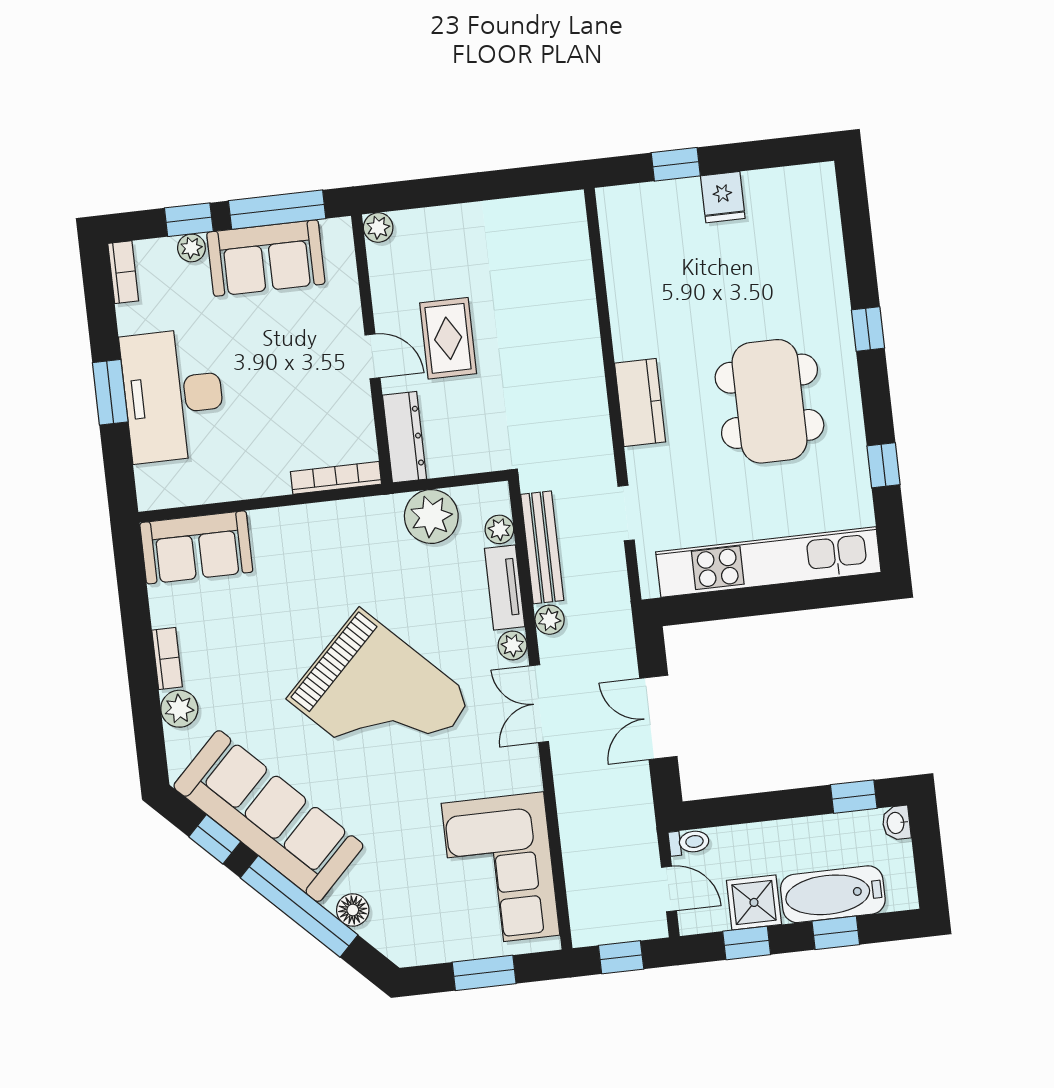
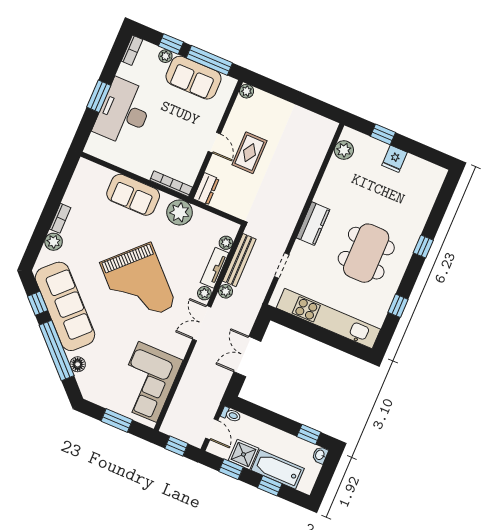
plant: (620, 234) -> (344, 150), added
dresser: (405, 437) -> (206, 189), width x0.70
plant: (431, 516) -> (180, 212), moved
sofa: (196, 547) -> (133, 195), moved

